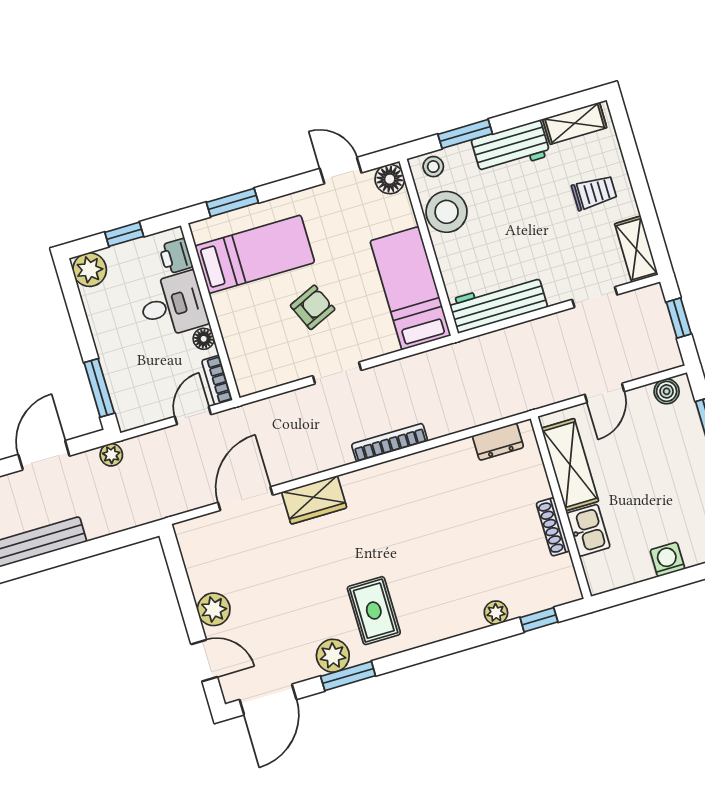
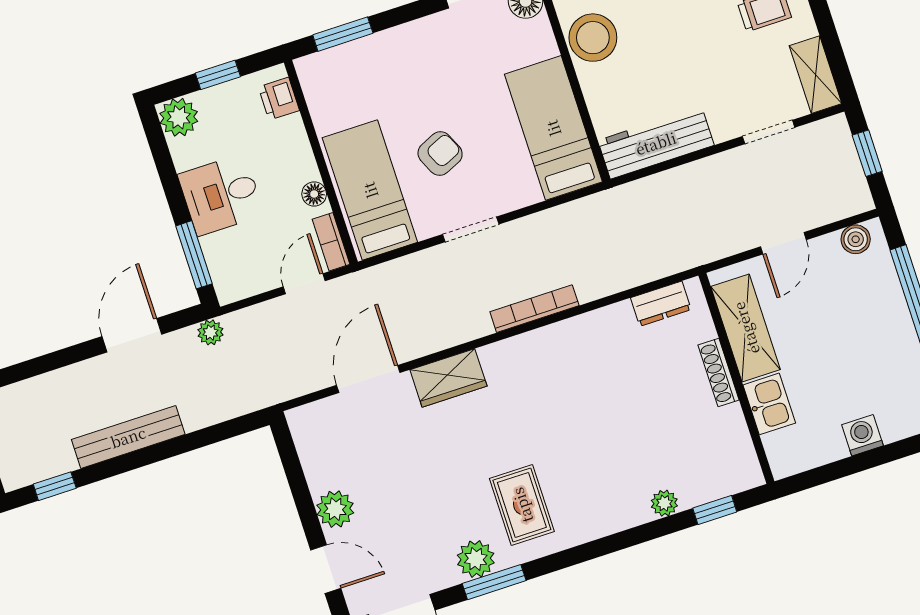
bed: (255, 254) -> (370, 190), moved, turned -90
desk: (173, 305) -> (221, 195), moved, turned 180
shoe rack: (553, 527) -> (718, 372), moved

